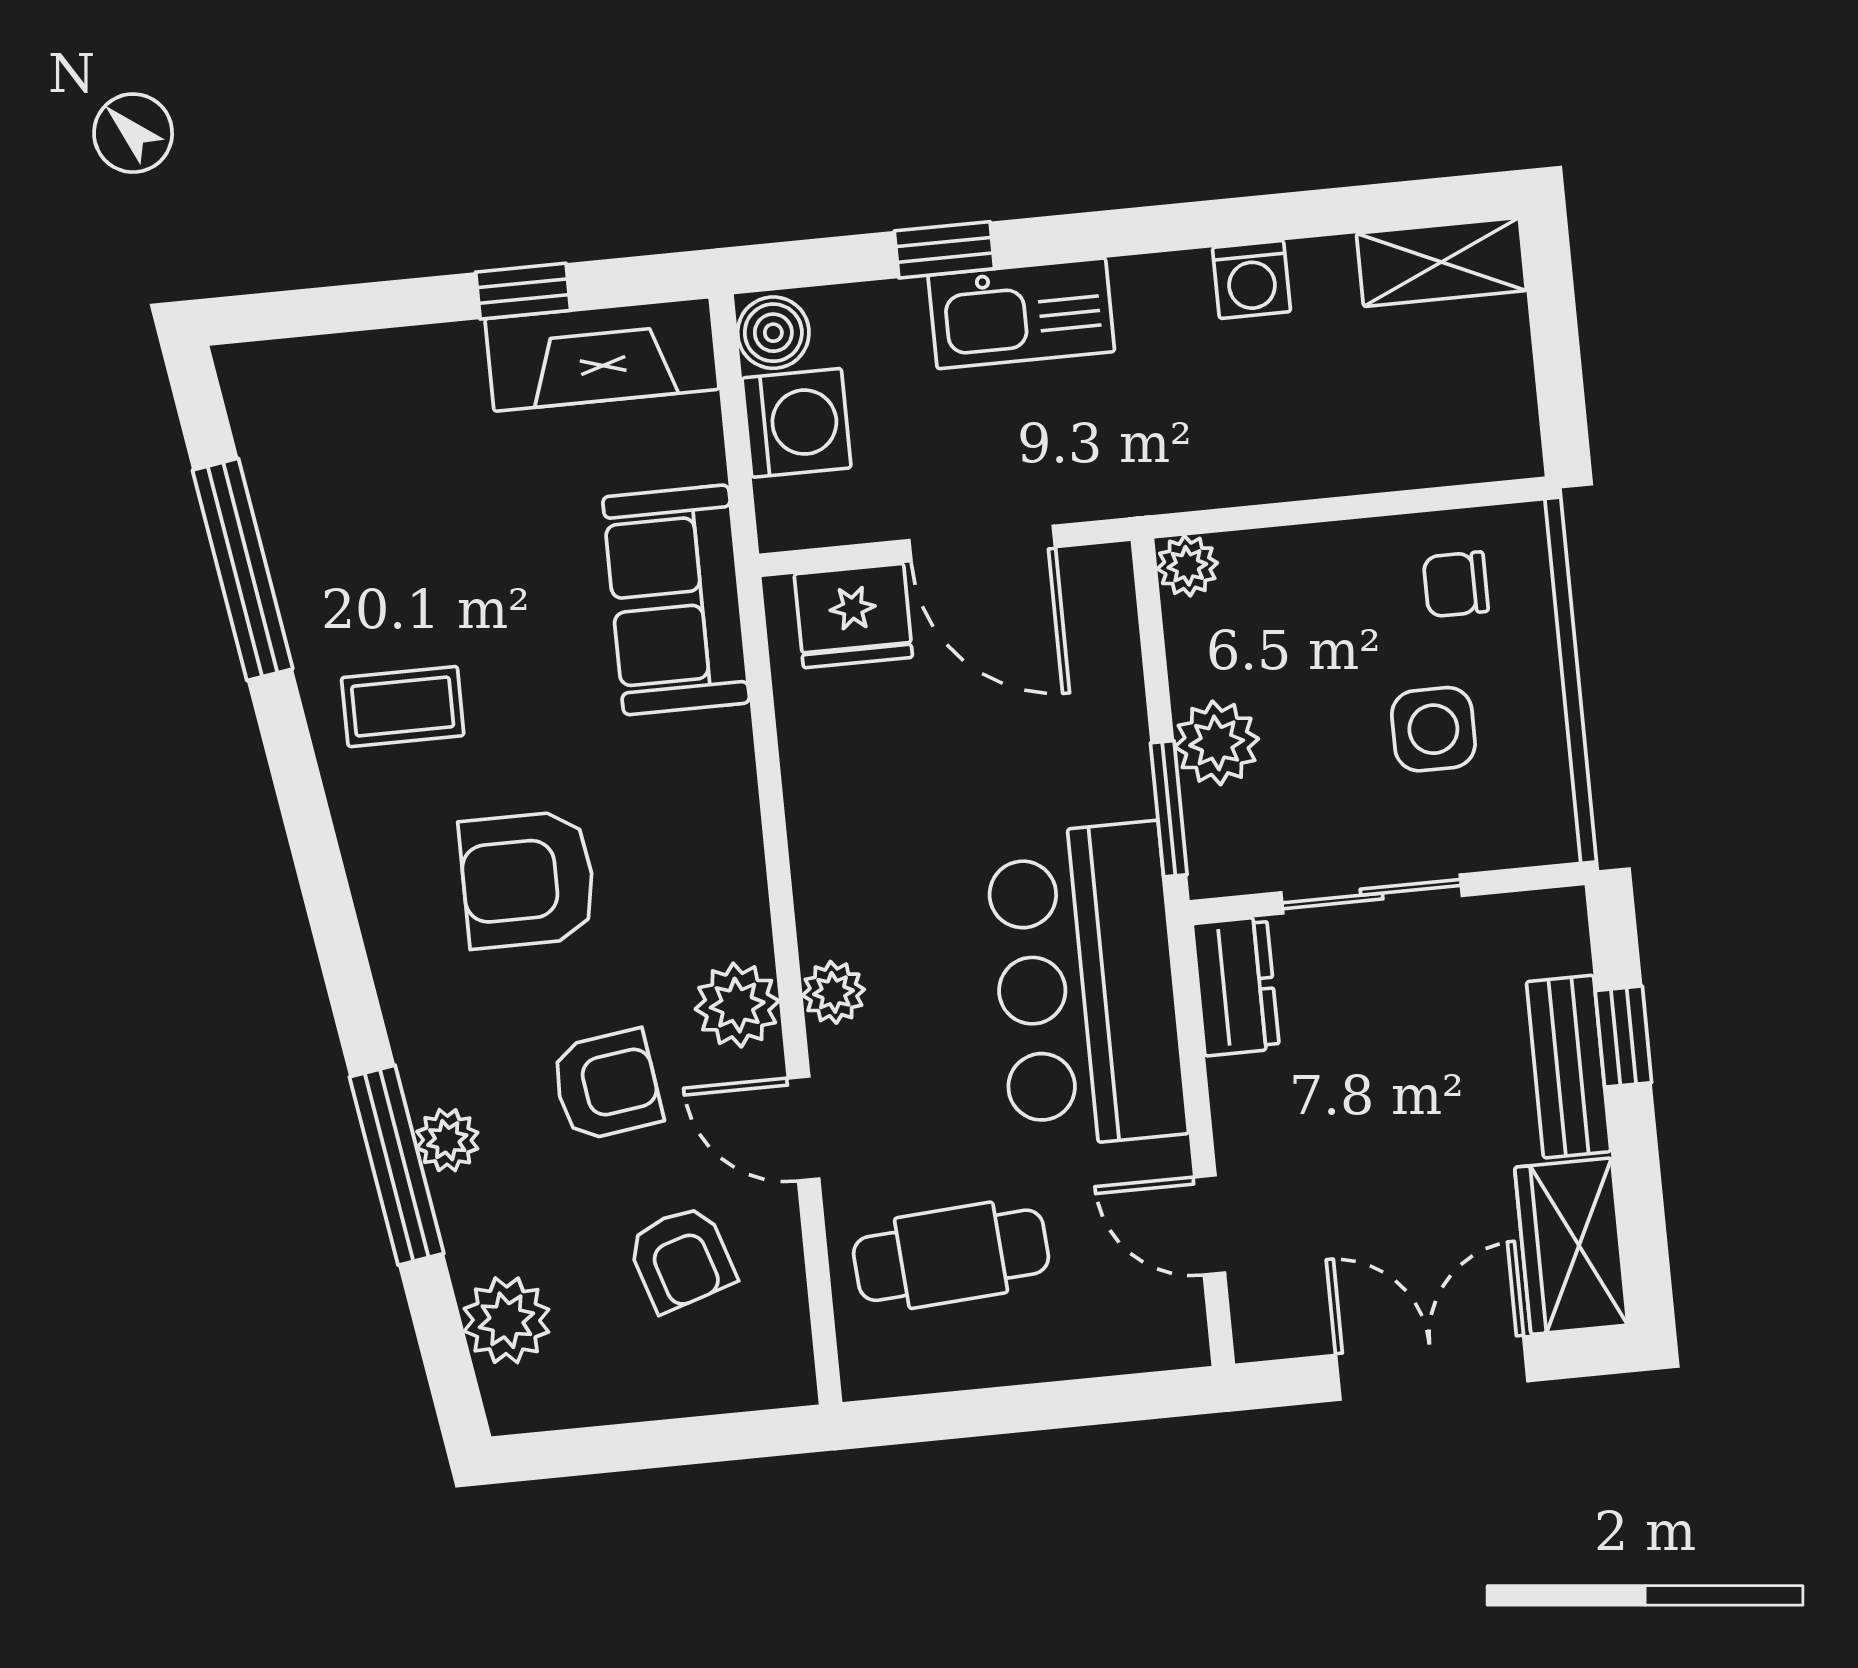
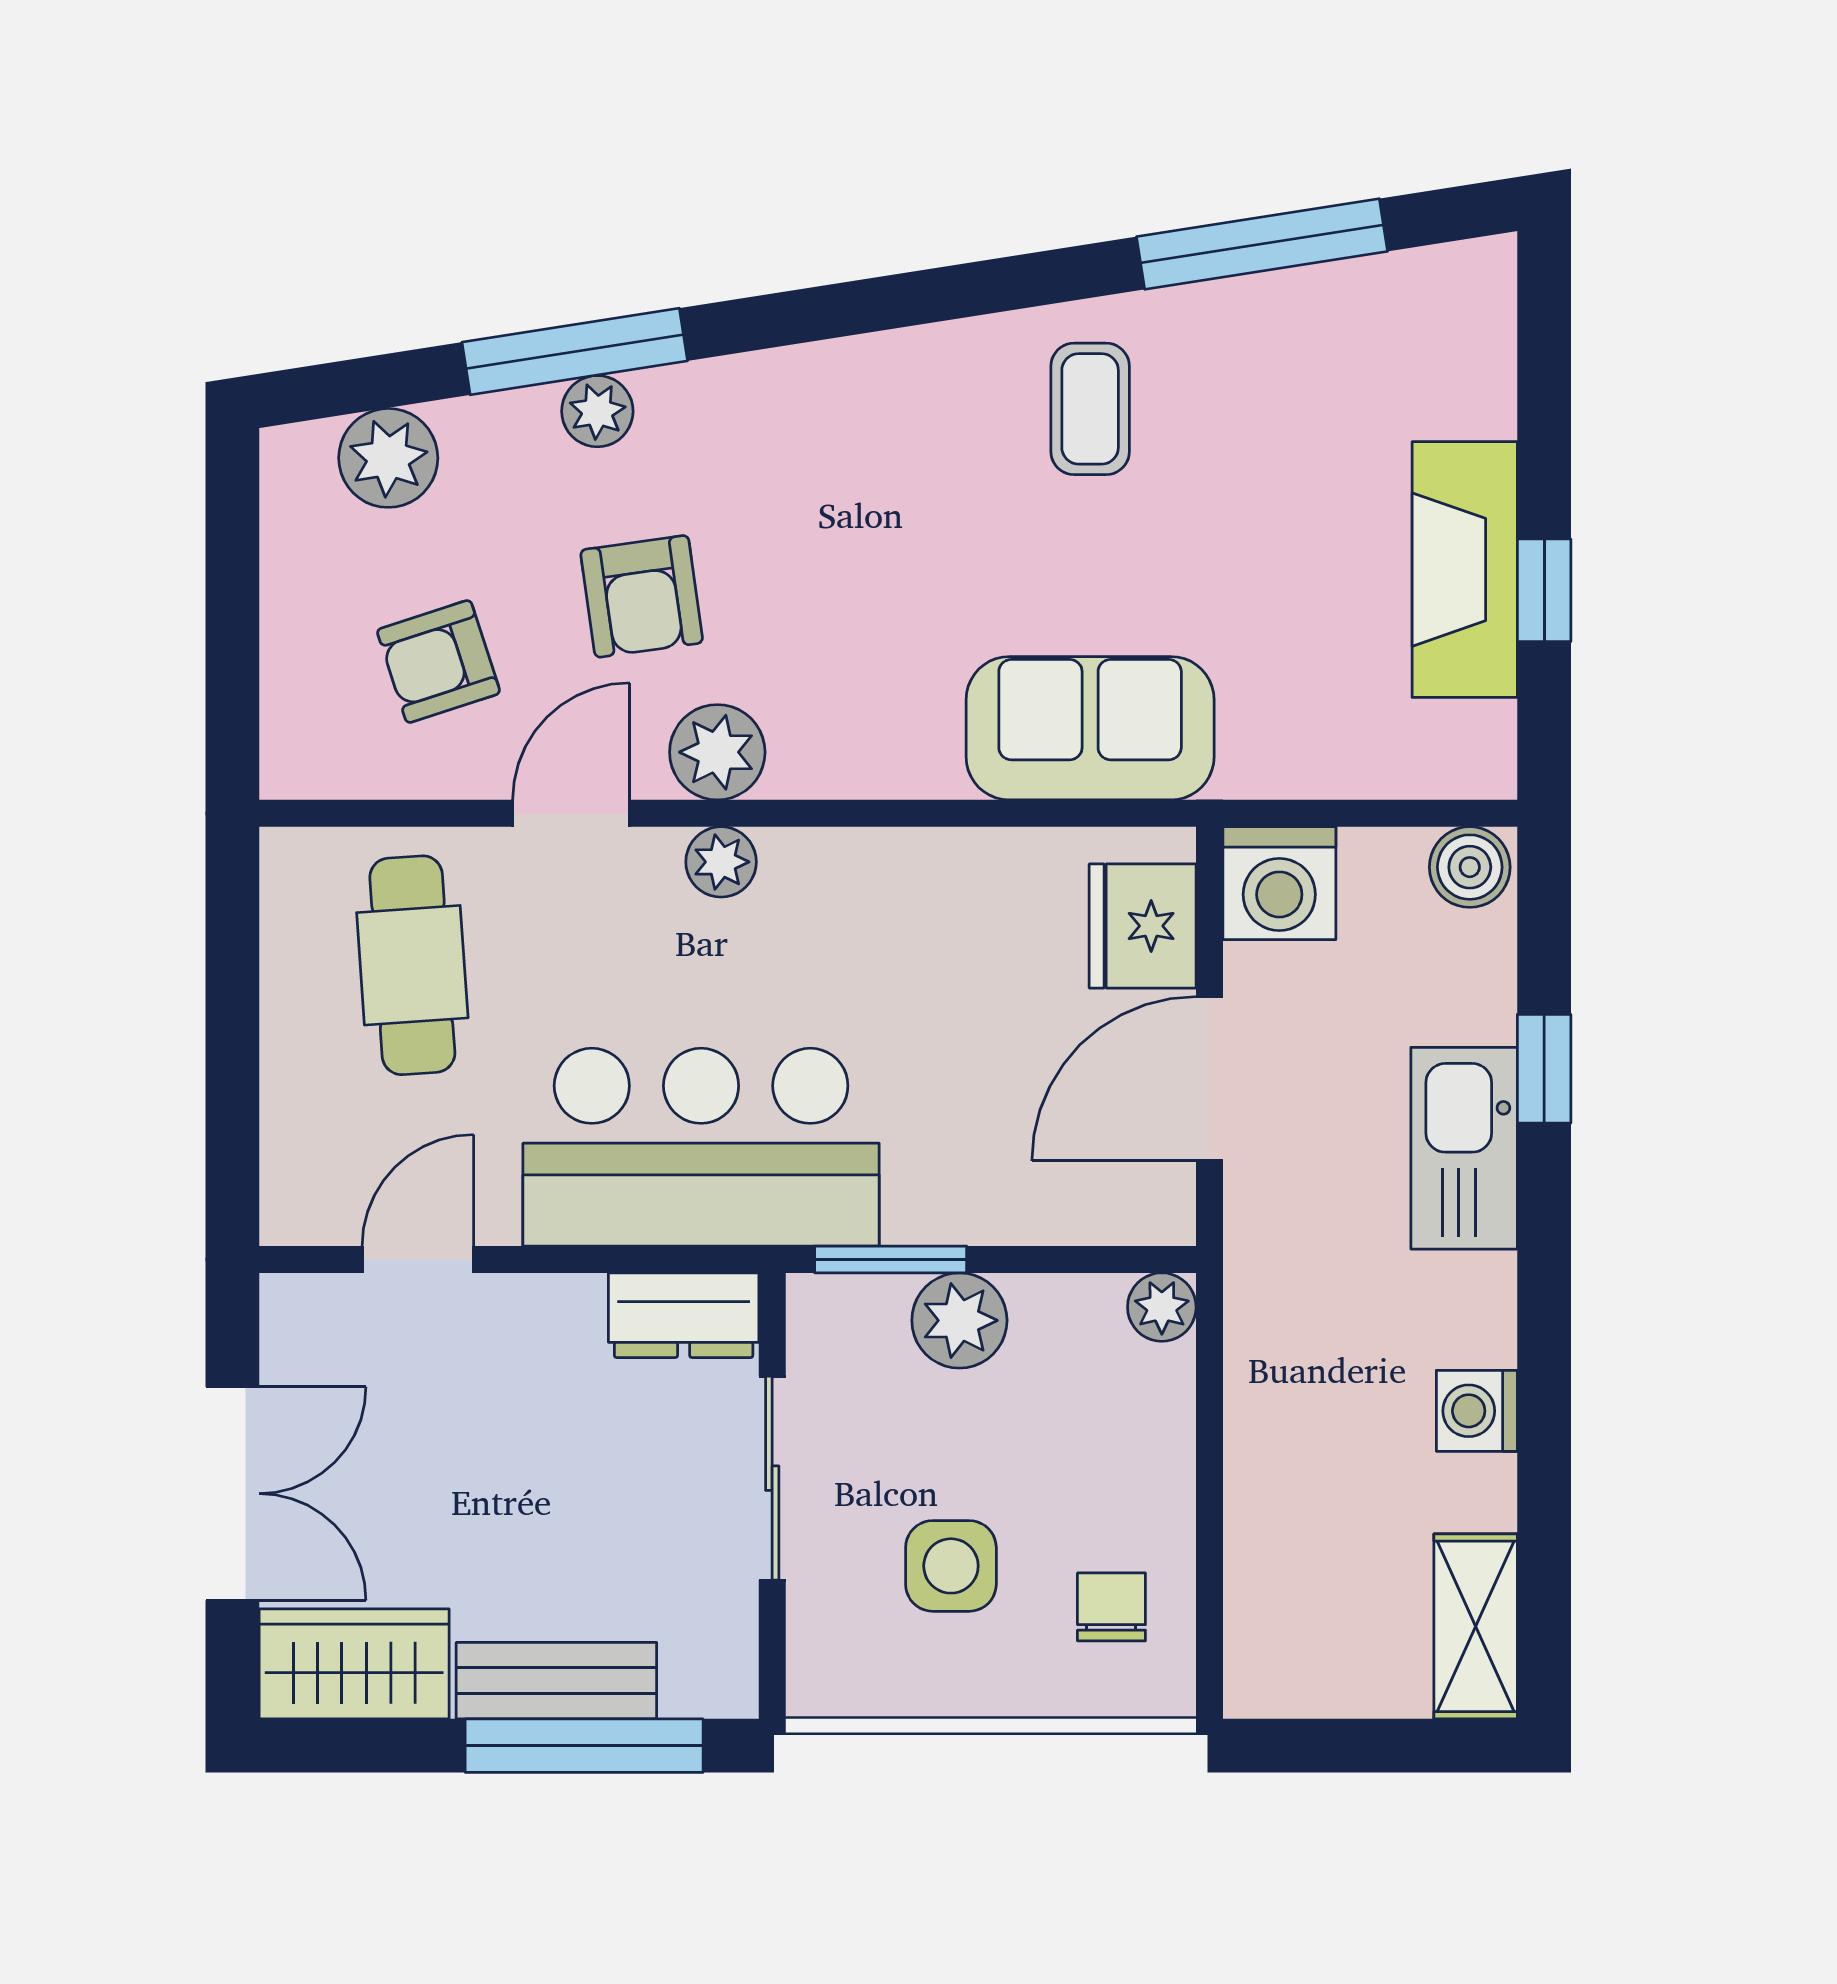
fireplace: (602, 354) -> (1465, 570), moved
washing machine: (796, 423) -> (1279, 883), moved
sofa: (676, 600) -> (1090, 728), moved
armchair: (528, 880) -> (882, 531), removed
window: (1623, 1037) -> (584, 1746), width x2.17

